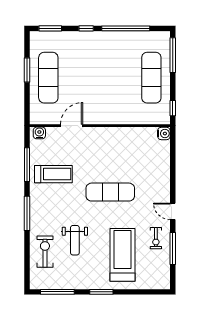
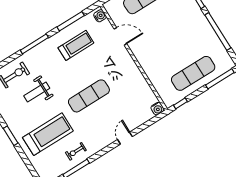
treadmill: (53, 174) -> (76, 45), turned -90
exercise mat: (110, 192) -> (89, 96), turned 90
door: (173, 211) -> (125, 138), moved

